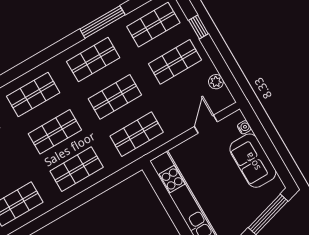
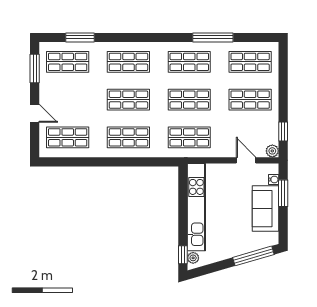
window: (198, 27) -> (283, 132), moved
plant: (216, 82) -> (272, 151), moved
door: (206, 124) -> (246, 160), hinge flipped
window: (262, 135) -> (283, 193), added

